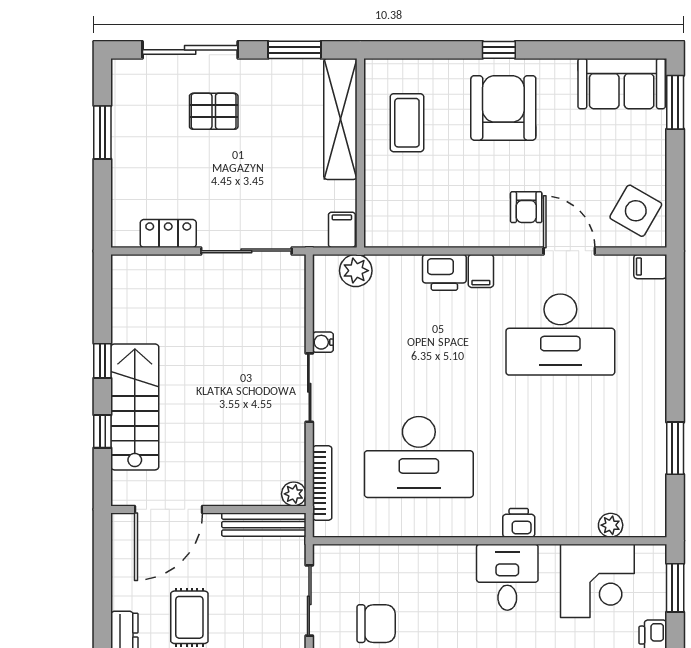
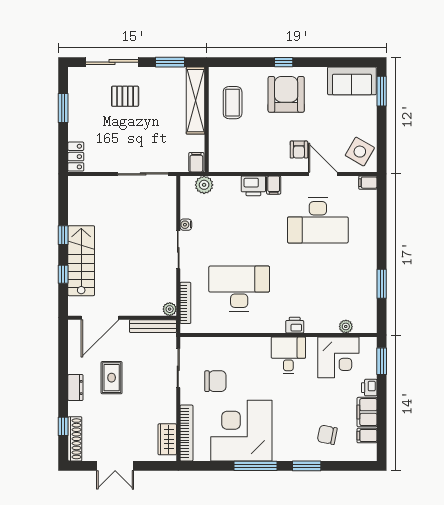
locker: (168, 233) -> (76, 157), moved, turned 90
desk: (419, 457) -> (239, 289), turned 180

